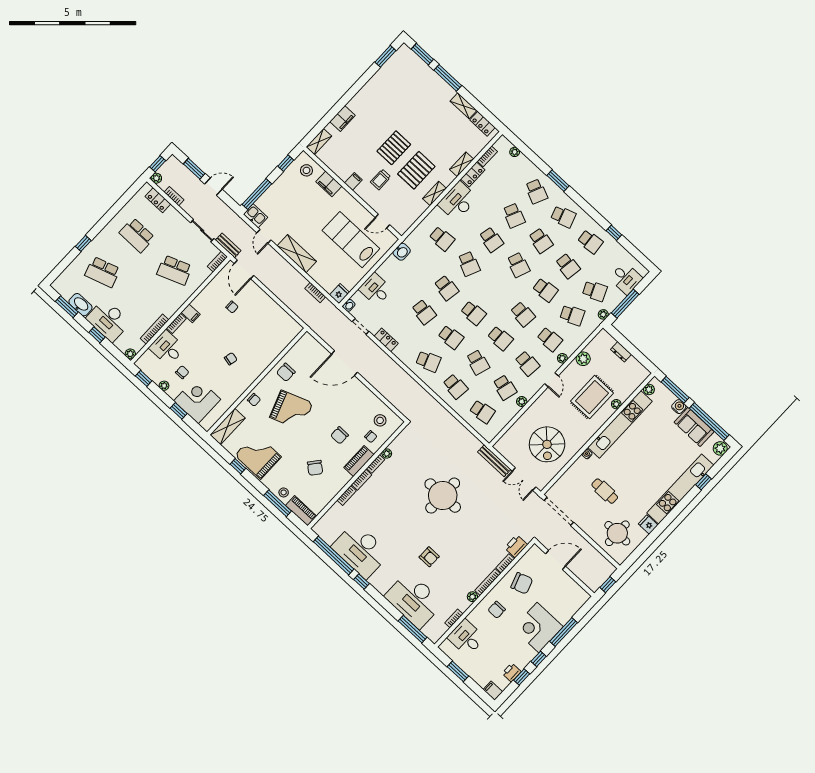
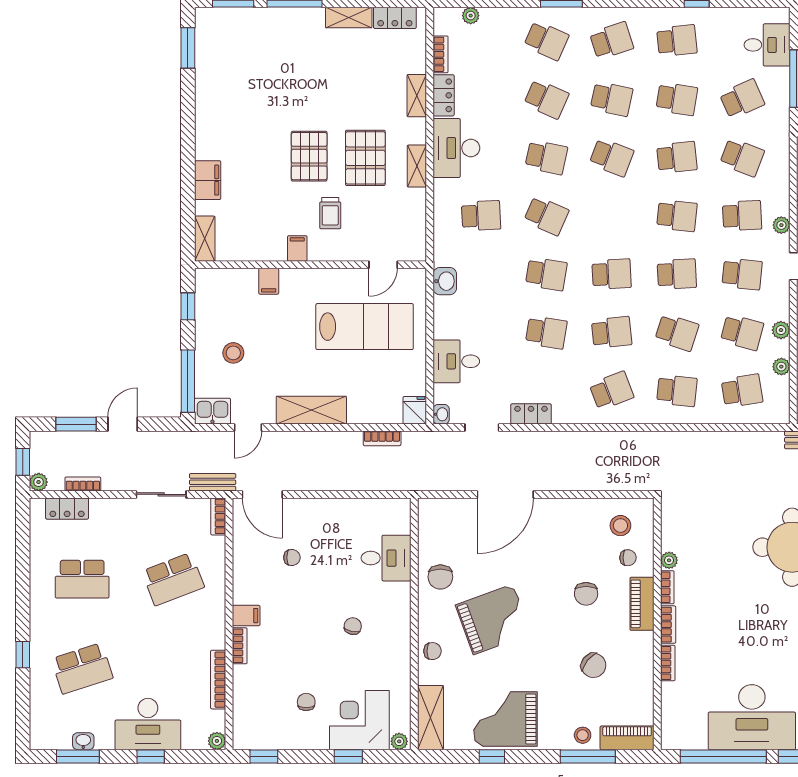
stool: (306, 170) -> (233, 353), moved
filing cabinet: (329, 184) -> (269, 281), width x0.50
door: (264, 236) -> (248, 428), hinge flipped
lab bench: (351, 240) -> (365, 327), turned 180
washbasin: (80, 305) -> (83, 741), width x0.52, depth x0.69
plant: (603, 314) -> (781, 367), moved
school desk: (572, 315) -> (742, 157), turned 45
desk: (167, 348) -> (386, 558), moved, turned 180
plant: (164, 386) -> (399, 741), moved

